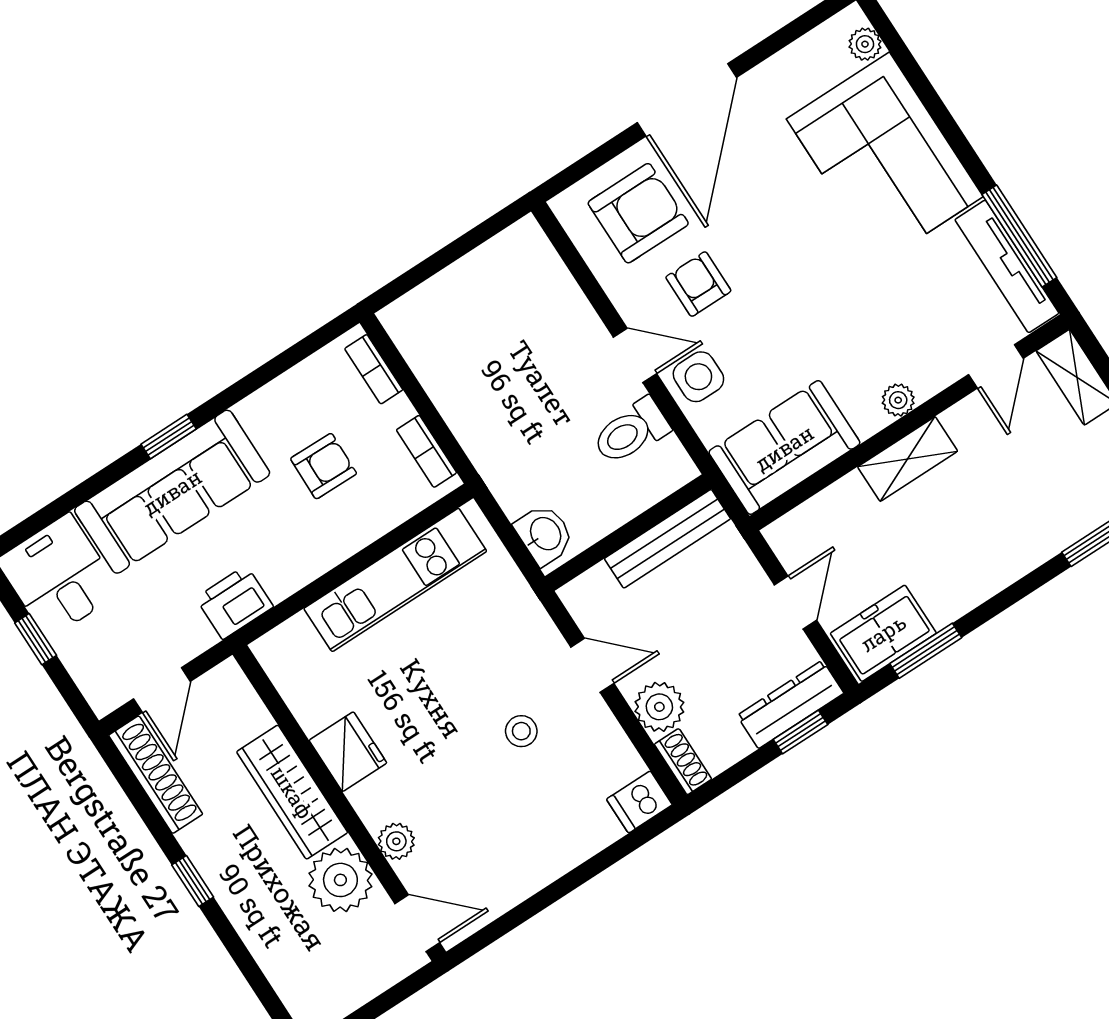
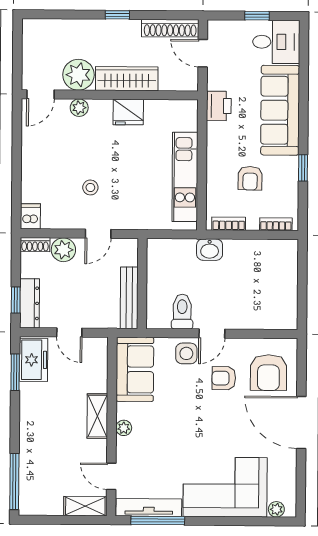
armchair: (698, 284) -> (224, 378), turned 180
window: (169, 436) -> (303, 168), moved
washbasin: (544, 534) -> (210, 250), moved

